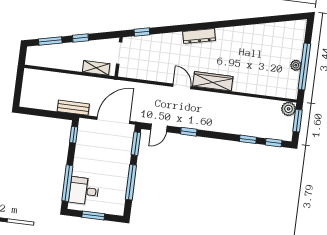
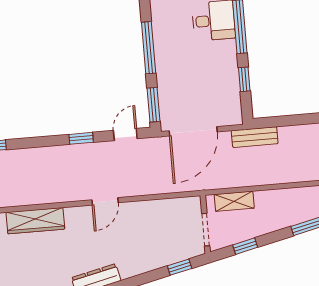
window: (81, 38) -> (245, 246), moved
wardrobe: (213, 81) -> (35, 221), moved
door: (182, 86) -> (105, 201), hinge flipped
window: (74, 135) -> (244, 79), moved

